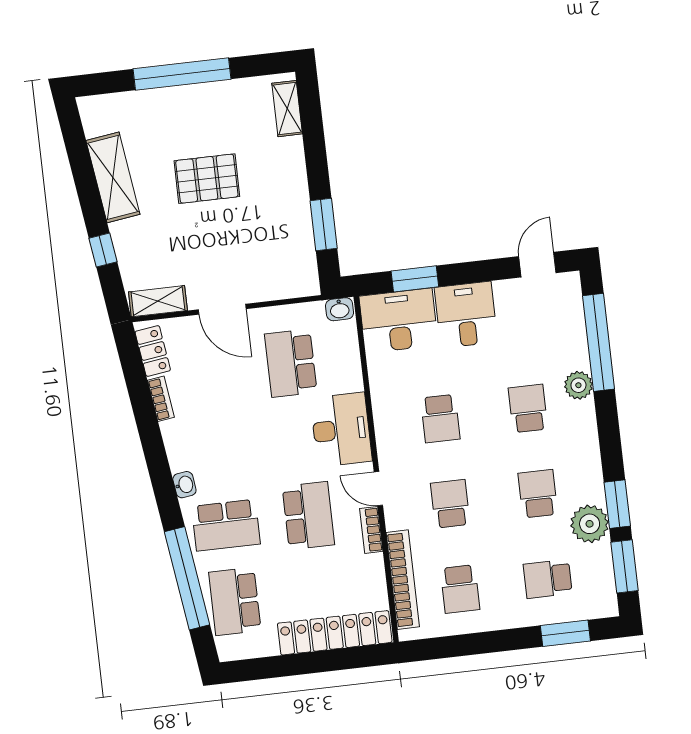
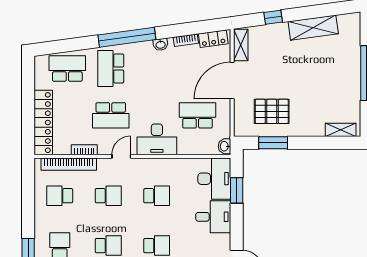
pallet: (207, 179) -> (272, 111), moved, turned 90
door: (222, 309) -> (232, 80), width x1.36
school desk: (440, 419) -> (157, 196), turned 180
washbasin: (184, 485) -> (161, 45), moved
bookcase: (371, 530) -> (84, 150), moved
window: (187, 578) -> (127, 37), moved

